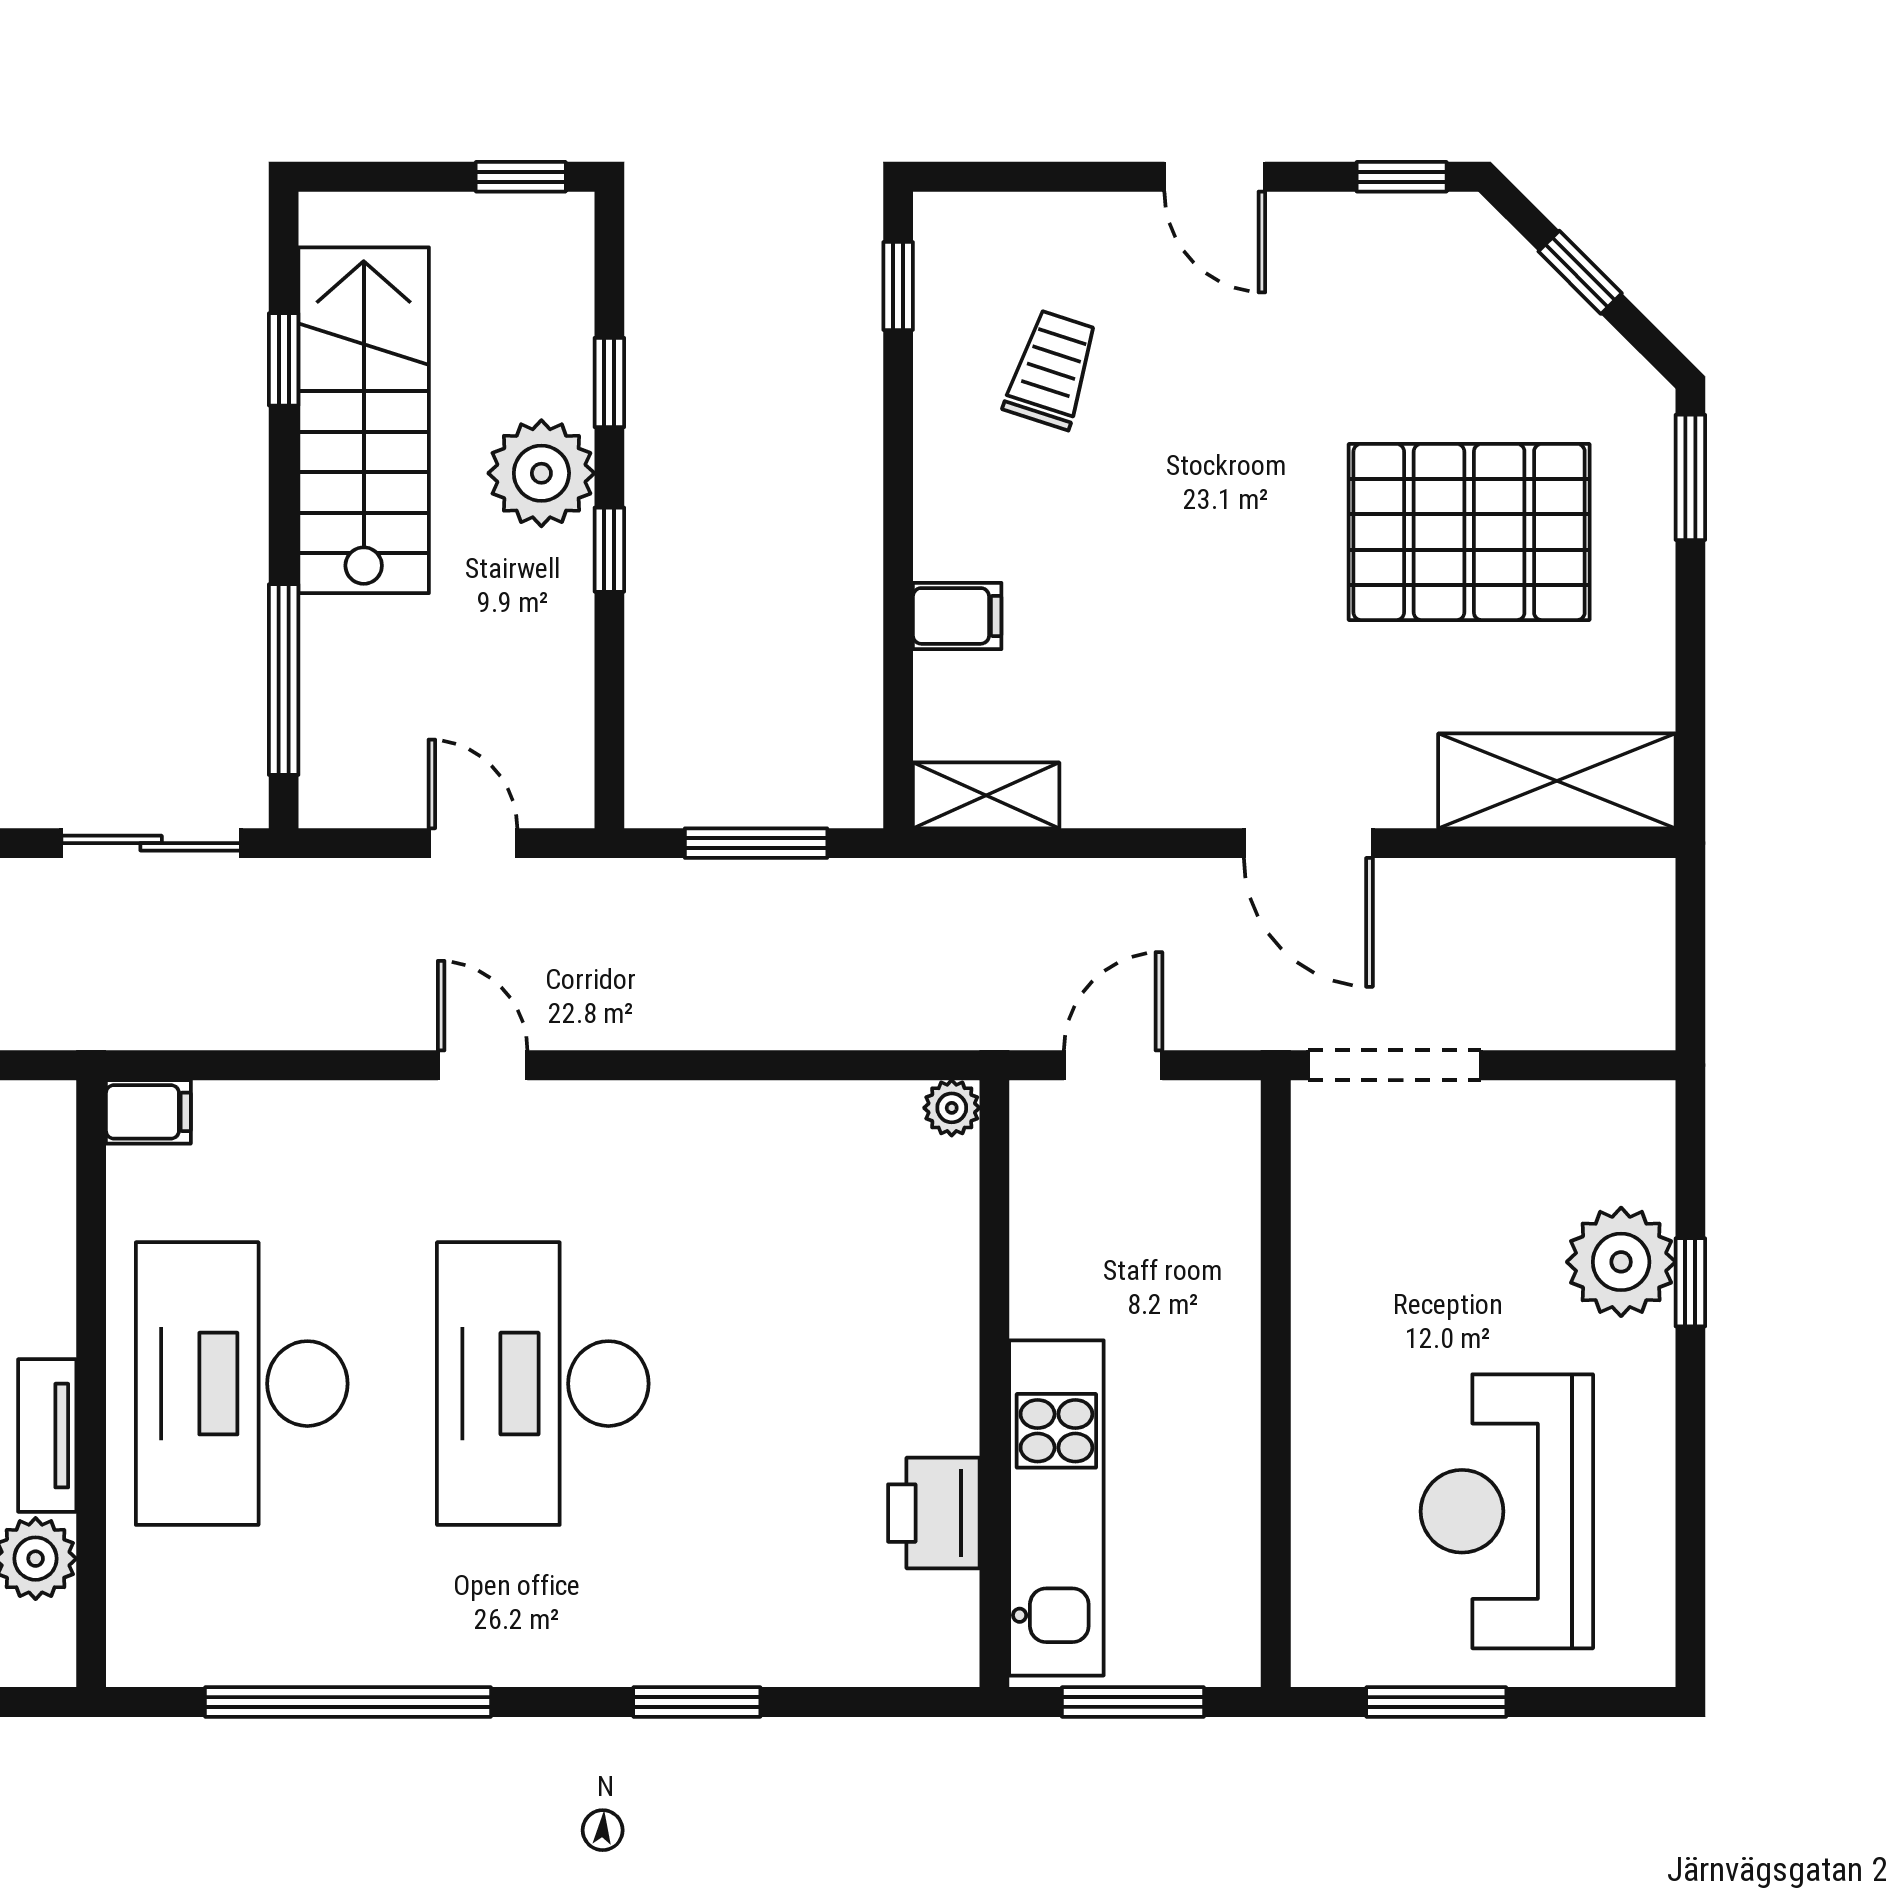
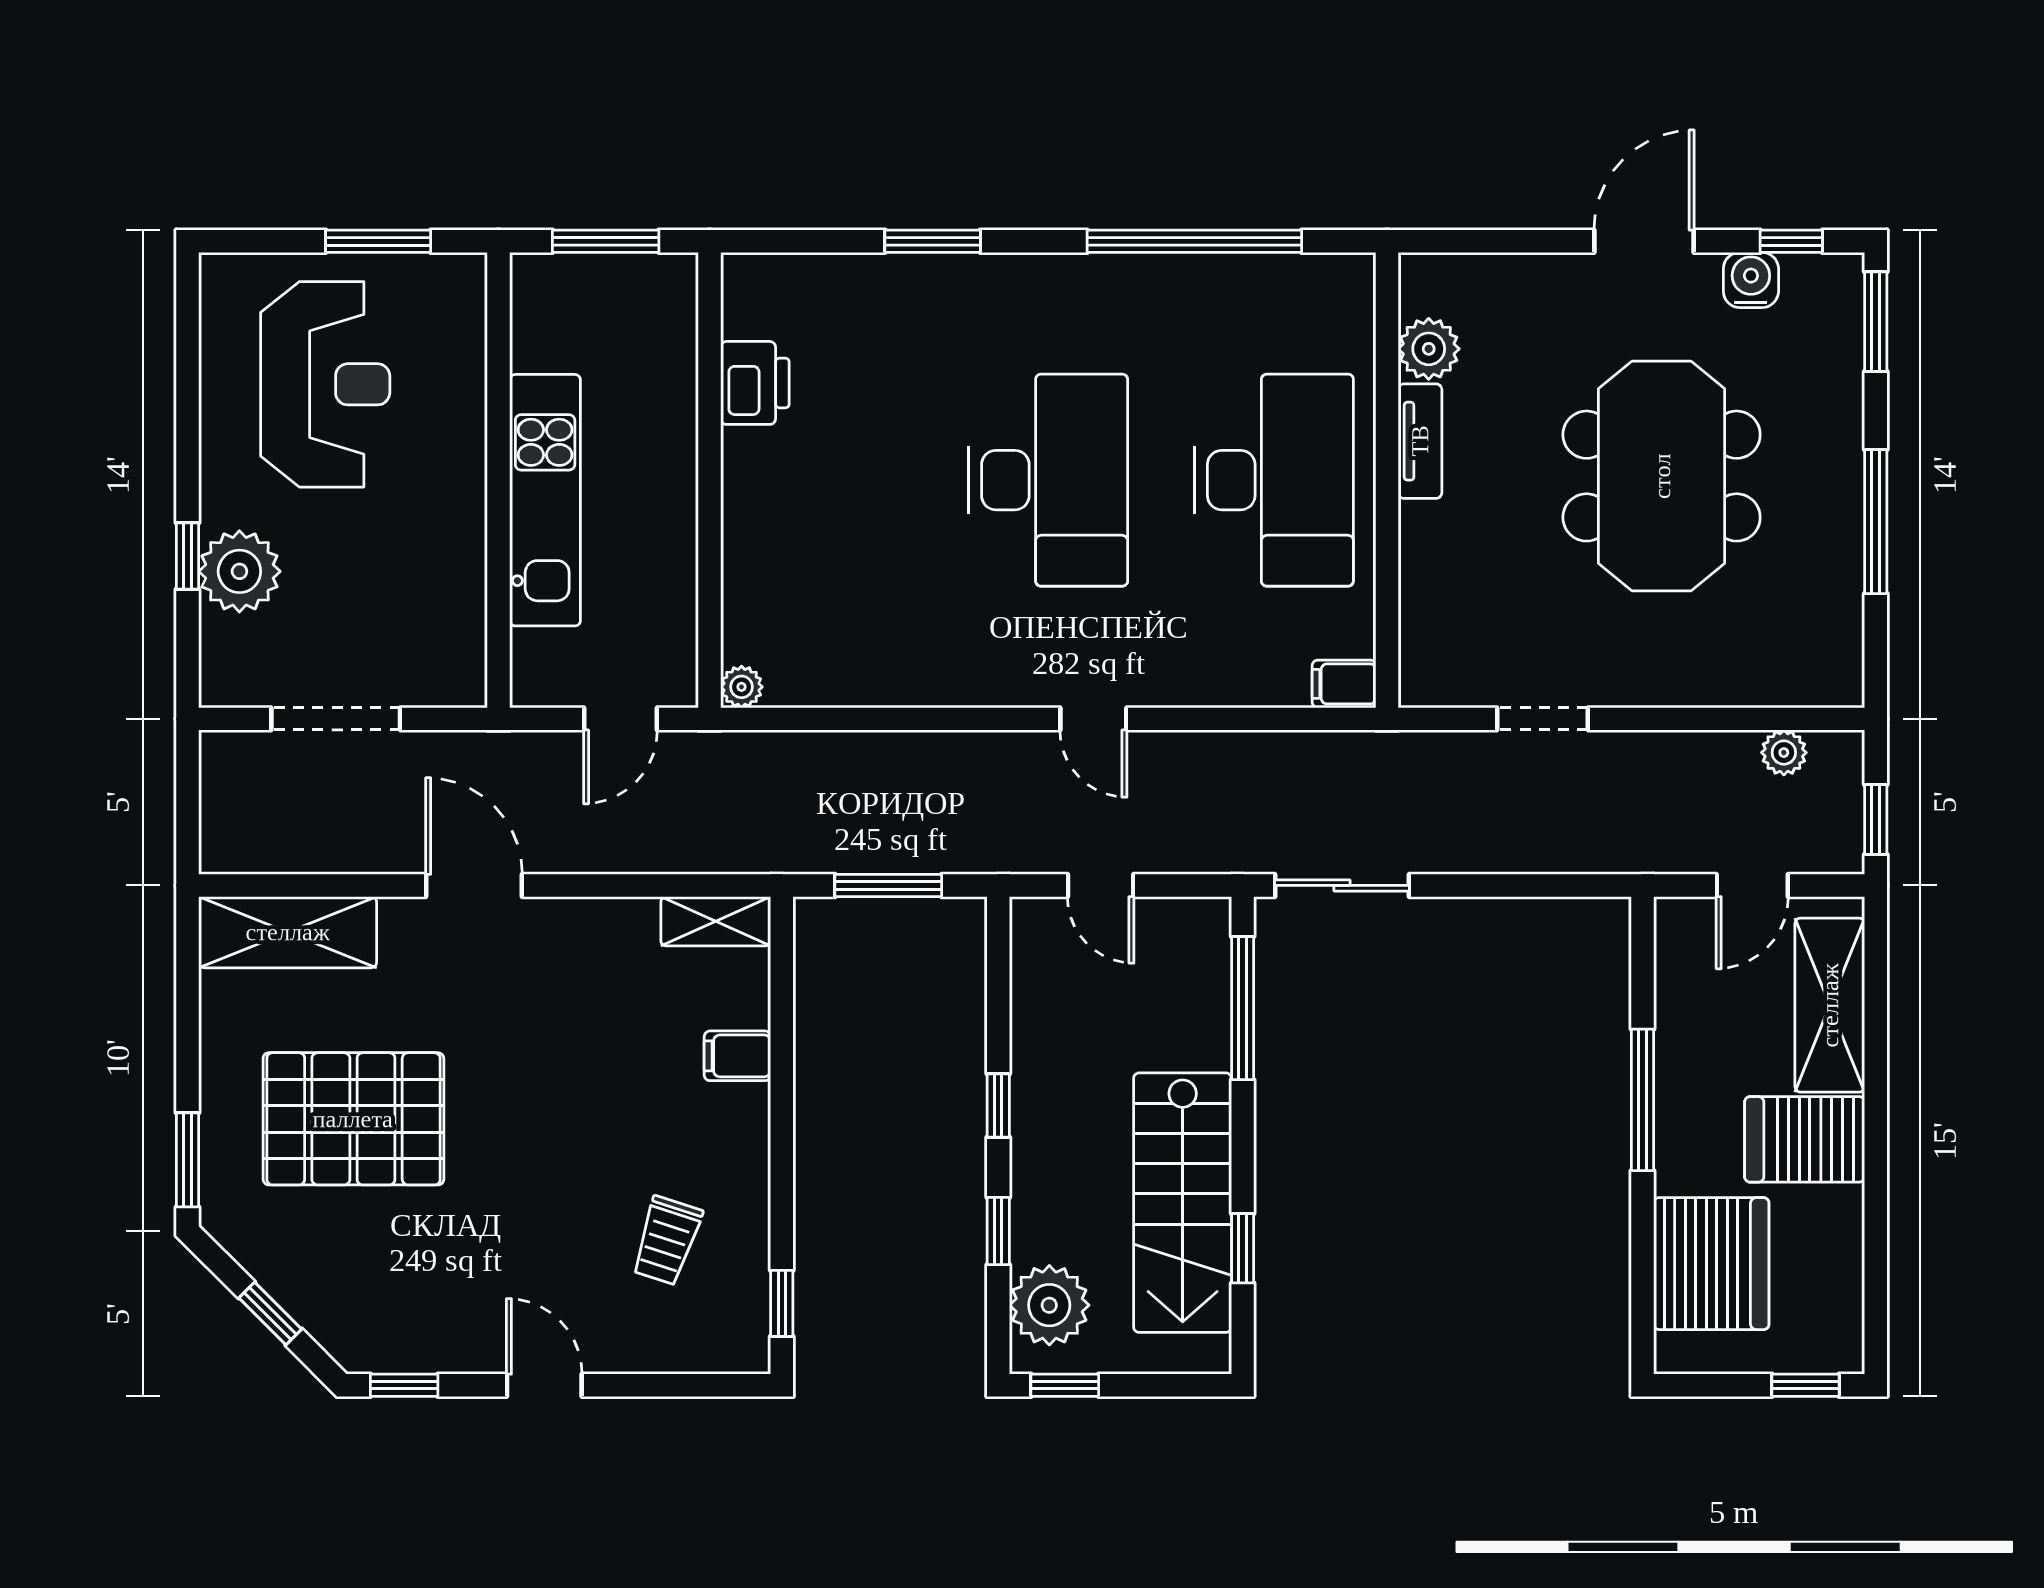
plant: (541, 473) -> (1049, 1305), moved
doorway: (1395, 1065) -> (336, 719), moved
kitchen unit: (1056, 1508) -> (545, 500), moved, turned 180

